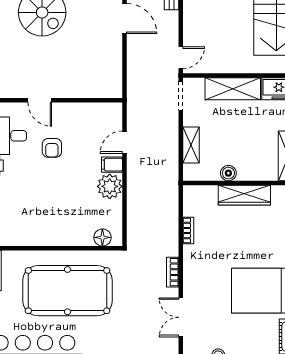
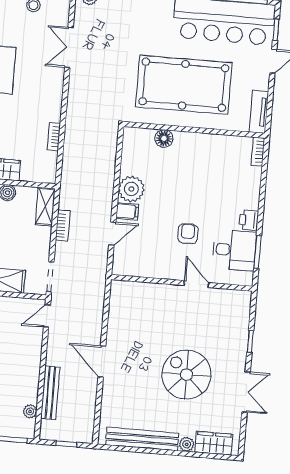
shelving: (191, 145) -> (45, 207), moved
floor lamp: (102, 237) -> (164, 138), moved
bookcase: (173, 272) -> (63, 225), moved
double door: (181, 317) -> (69, 47), swing flipped

